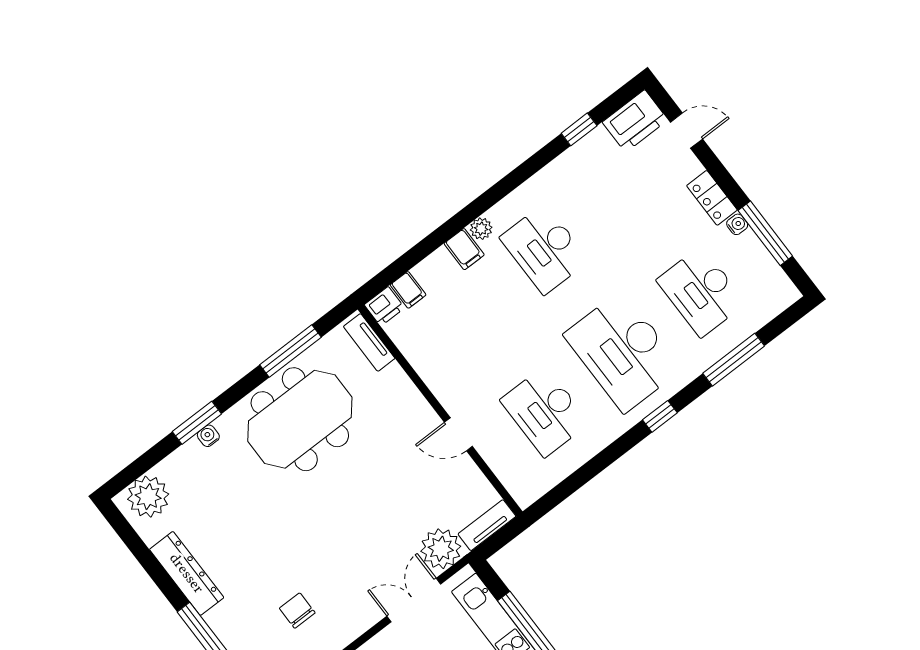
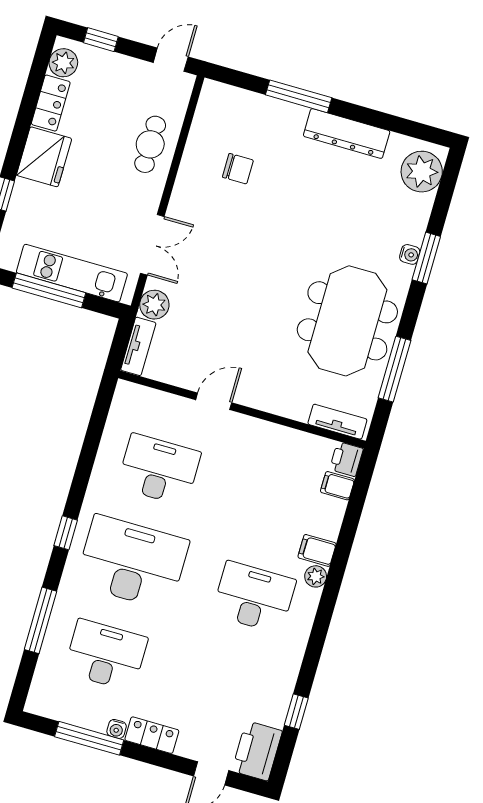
plant: (441, 549) -> (154, 305), width x0.73, depth x0.73

